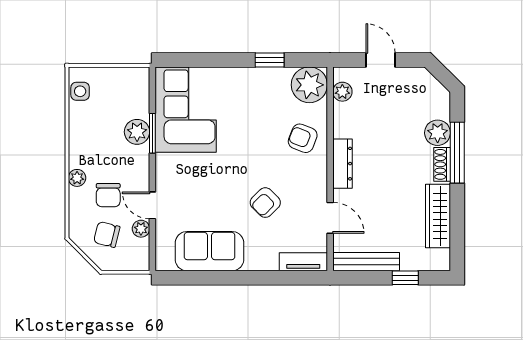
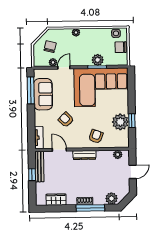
plant: (309, 85) -> (120, 122), moved
corner sofa: (186, 110) -> (101, 87), width x1.36, depth x1.36
plant: (438, 133) -> (111, 198), moved
chair: (108, 195) -> (121, 47), moved
wardrobe: (438, 216) -> (56, 200), width x0.67
door: (330, 218) -> (59, 150), swing flipped
window: (201, 278) -> (31, 90), added
window: (405, 278) -> (32, 175), moved

